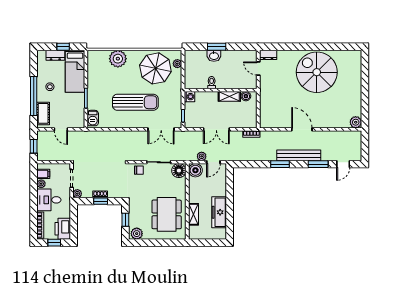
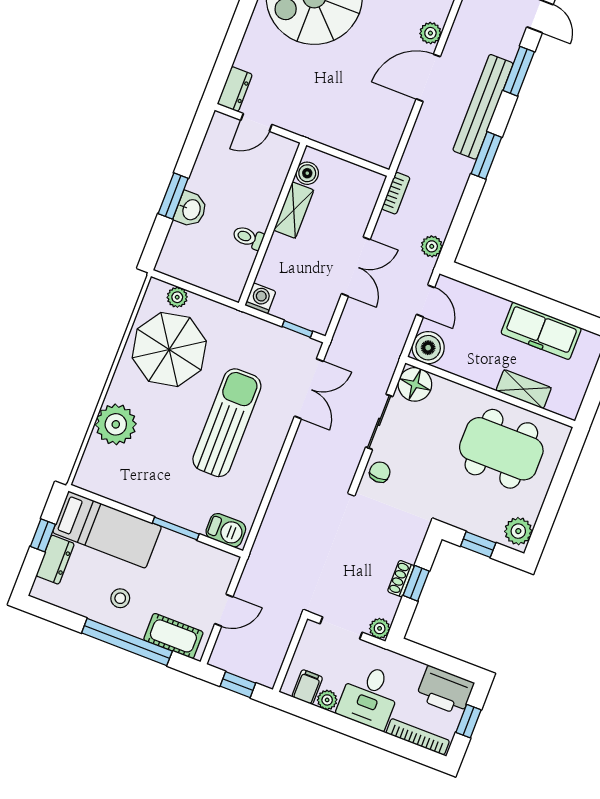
plant: (320, 124) -> (430, 33), added
plant: (202, 156) -> (432, 246), moved

